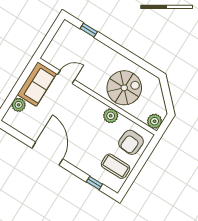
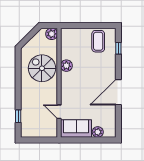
armchair: (131, 142) -> (76, 41), removed

